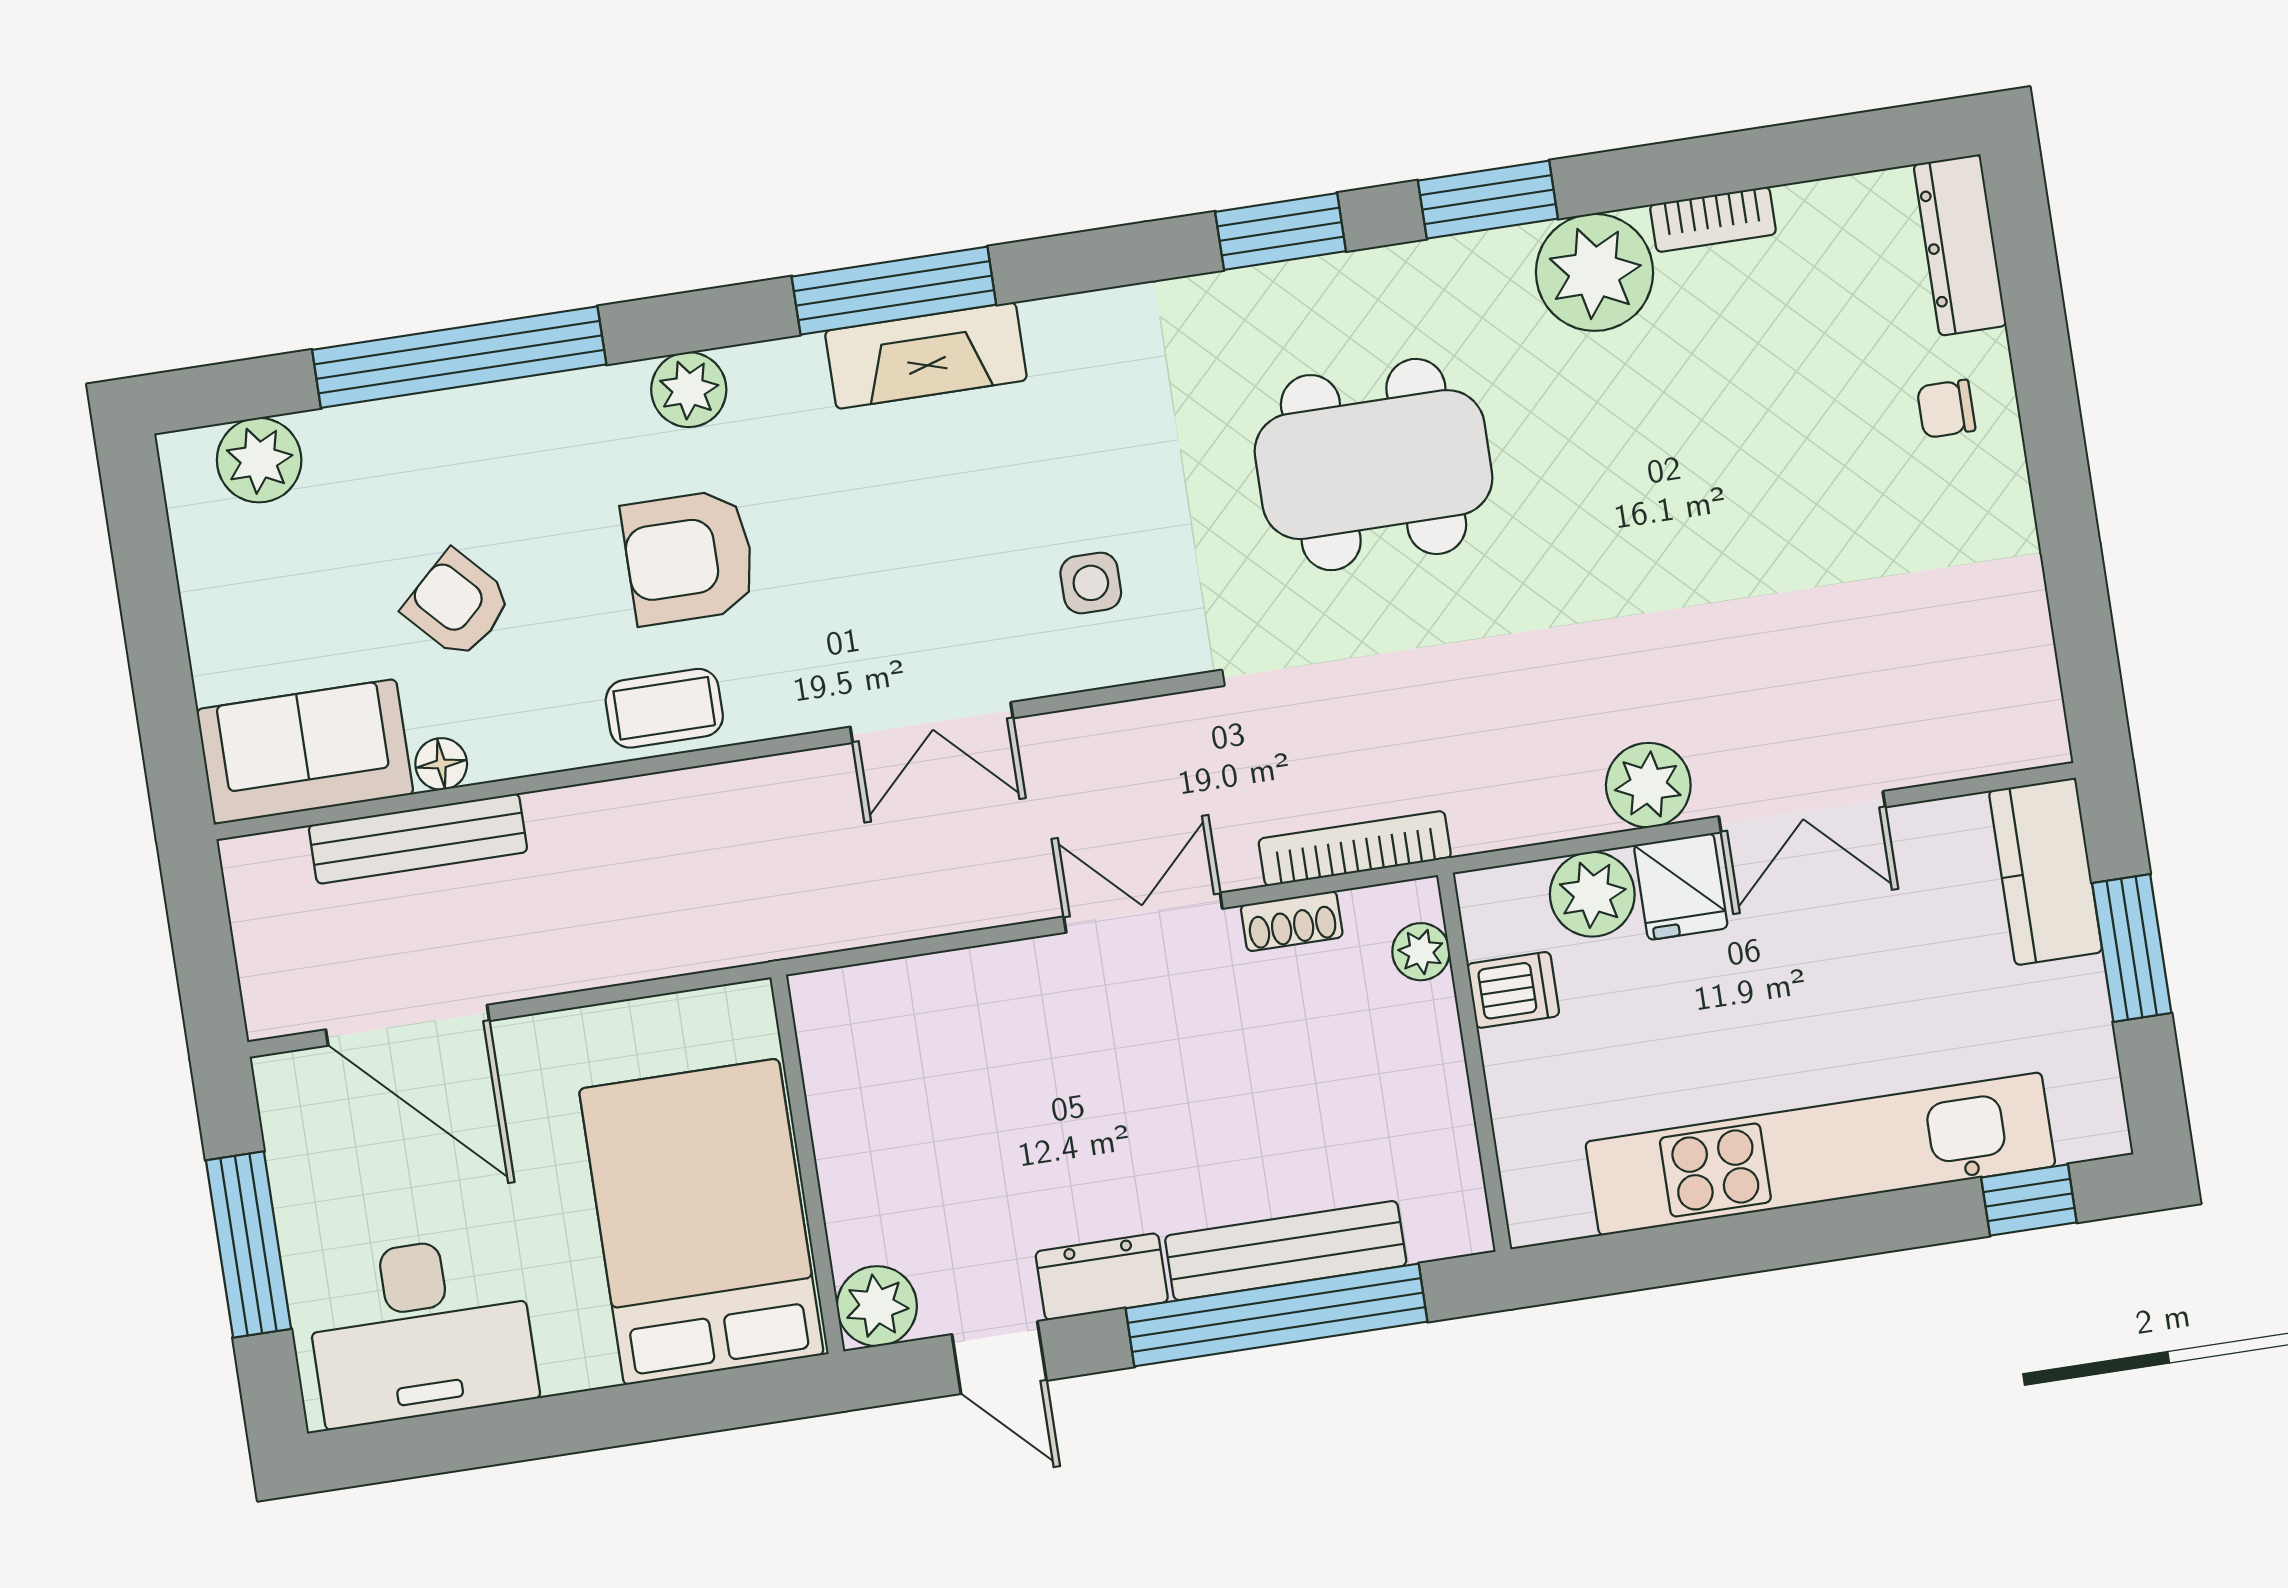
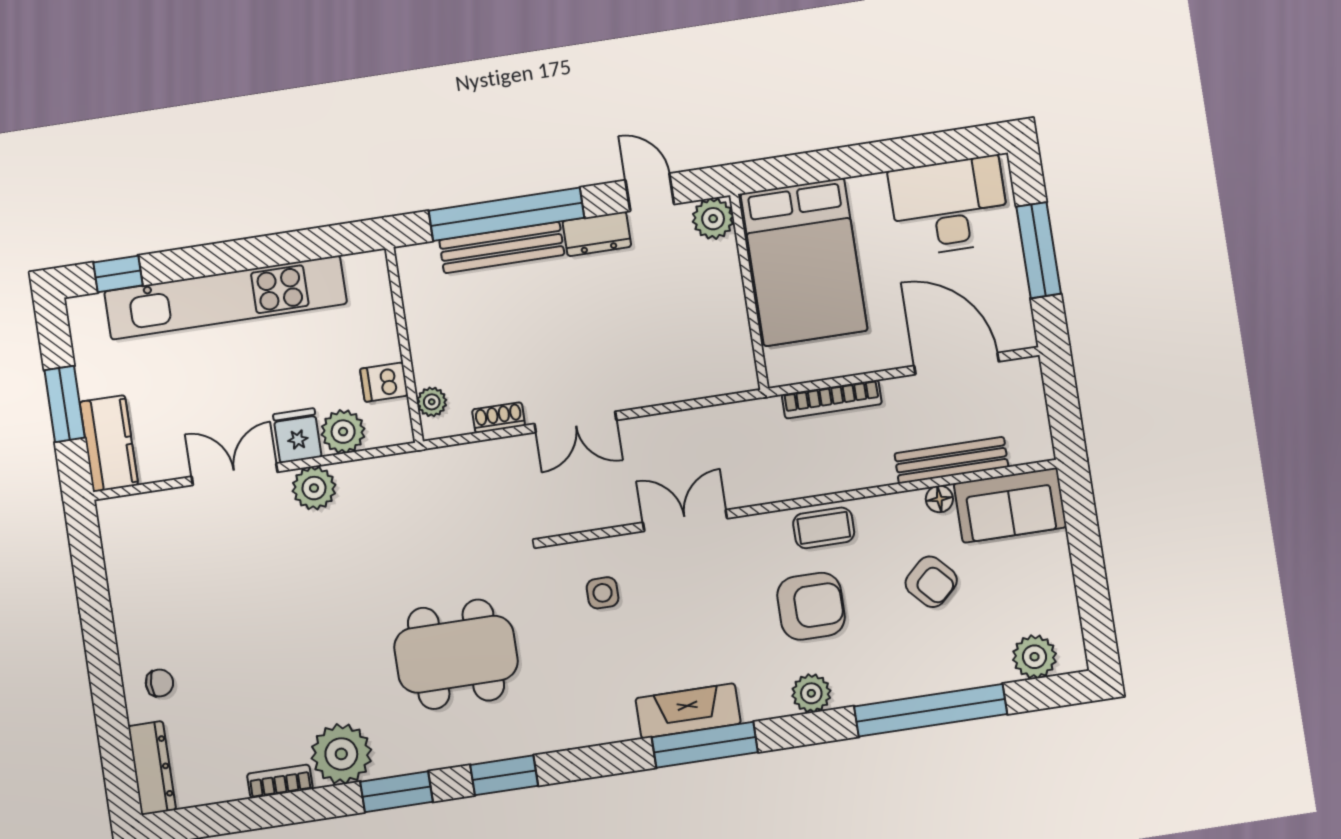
bookcase: (1355, 848) -> (832, 399), moved

